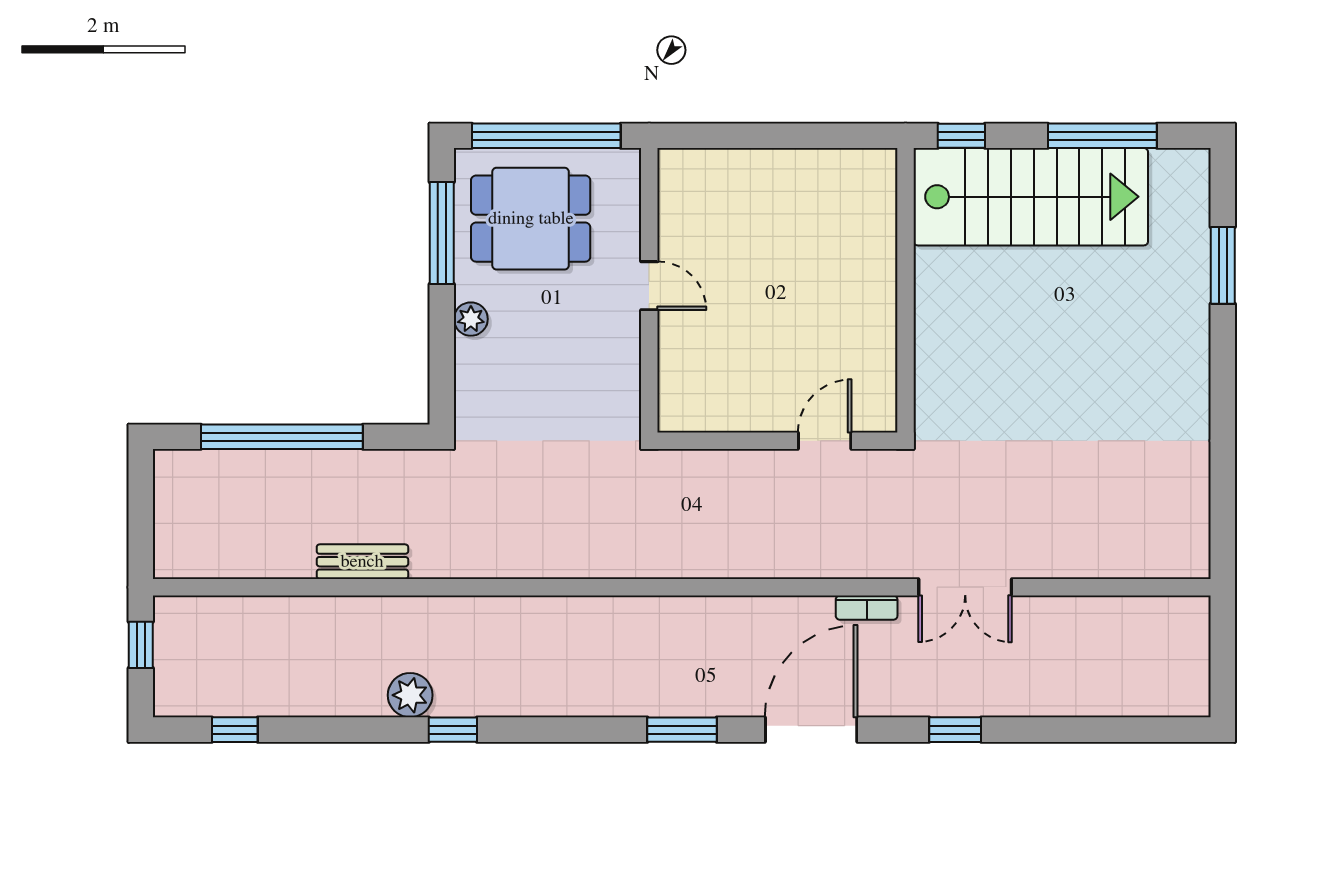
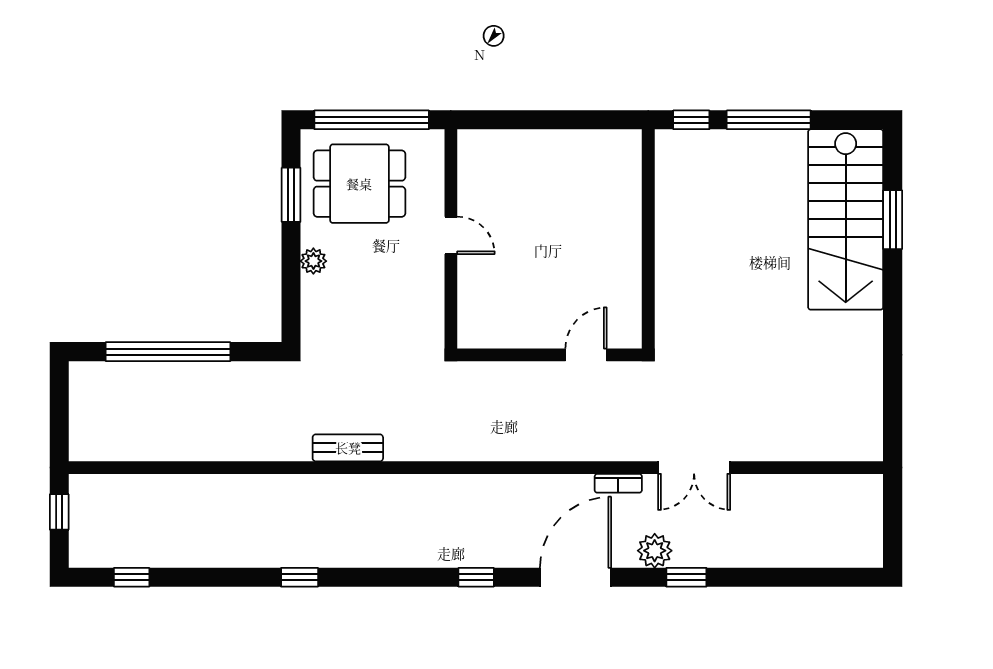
window: (1102, 136) -> (769, 120), moved
stairs: (1031, 197) -> (846, 219), moved, turned 90
window: (442, 233) -> (291, 195), width x0.69
bench: (362, 562) -> (348, 448), moved
plant: (410, 695) -> (655, 551), moved
window: (682, 730) -> (476, 577), width x0.67

